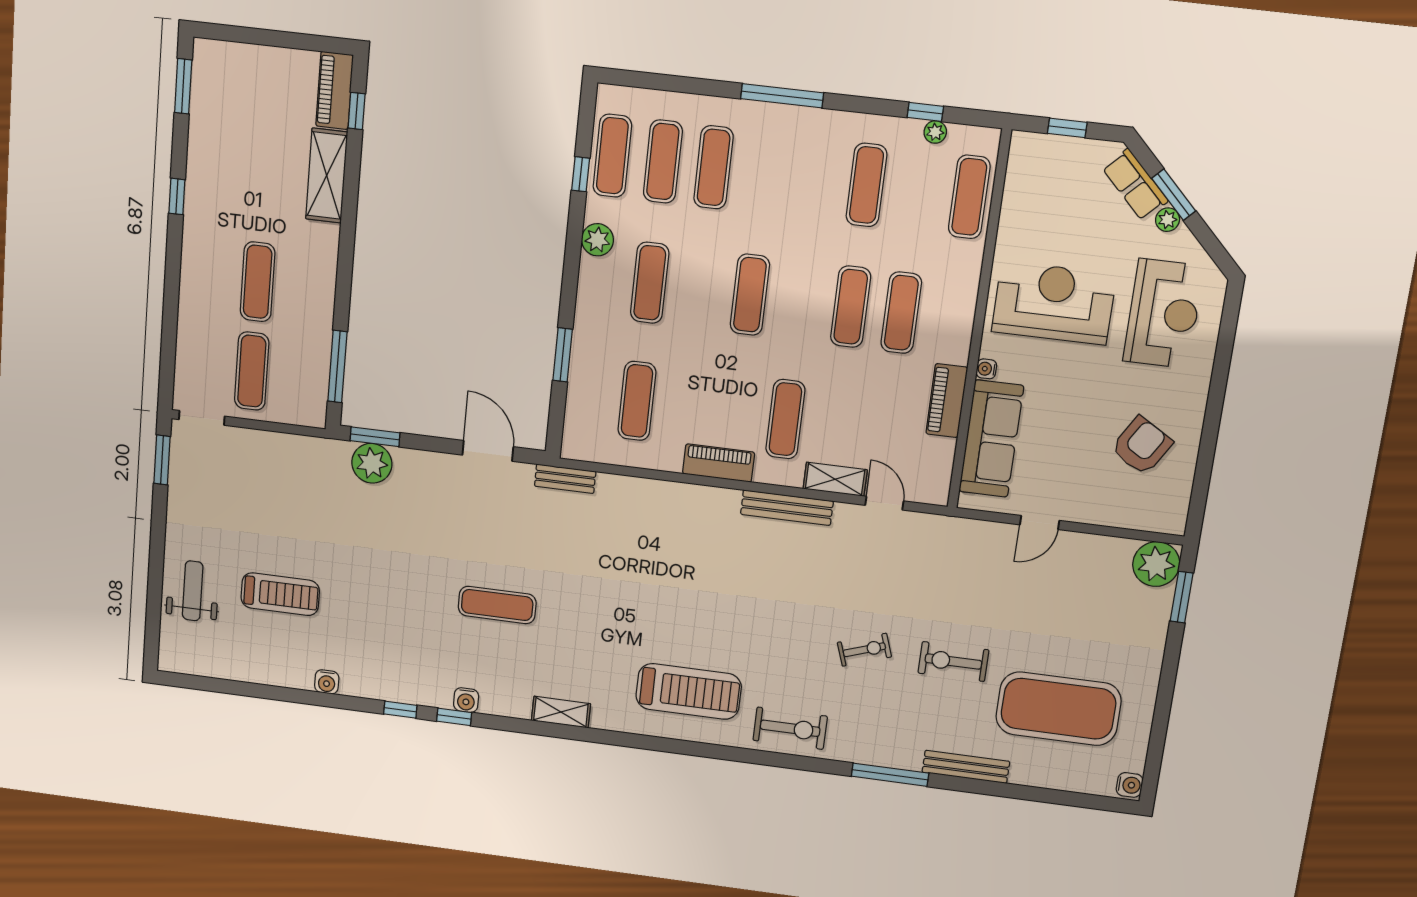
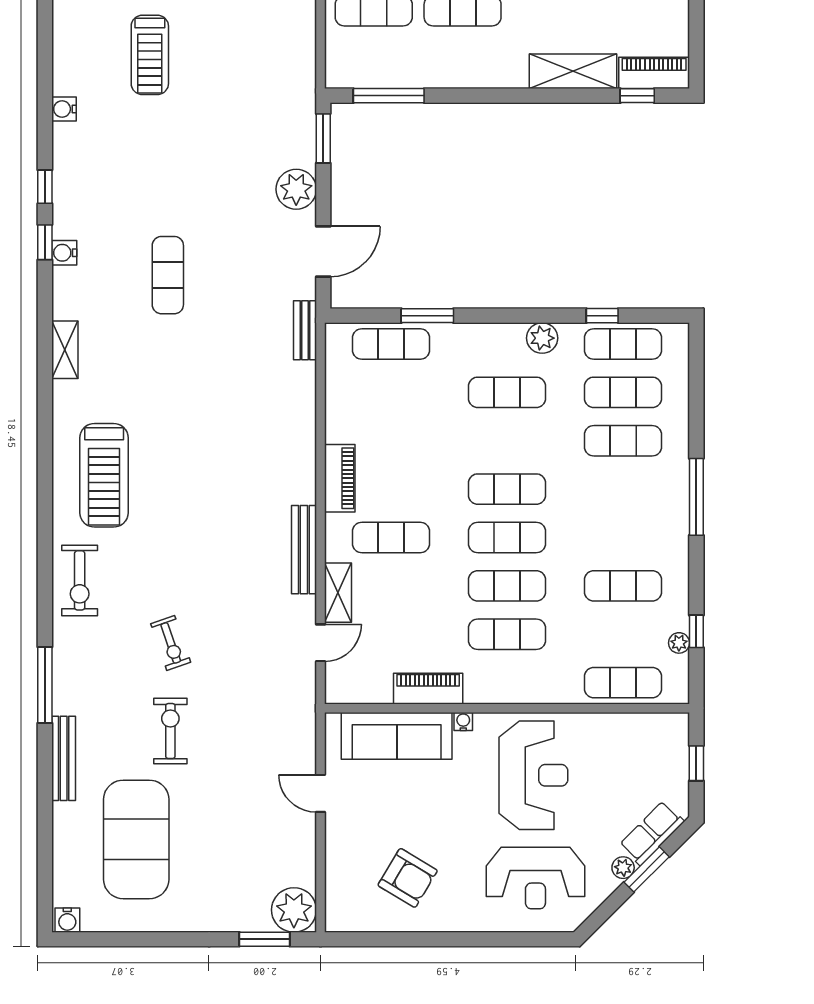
exercise mat: (800, 301) -> (507, 537), added
exercise mat: (637, 401) -> (391, 344), moved
plant: (372, 463) -> (296, 189), moved

